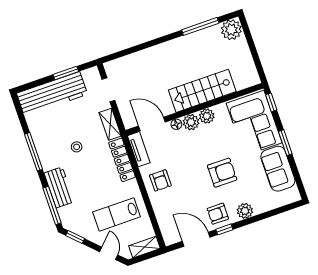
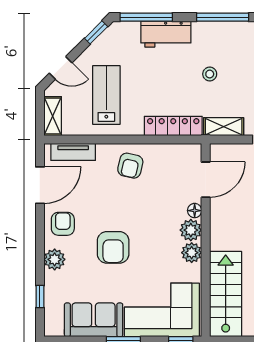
stairs: (202, 91) -> (226, 294), moved
tv unit: (139, 149) -> (73, 152), moved
armchair: (160, 180) -> (130, 166), turned -77
window: (224, 229) -> (40, 297), moved

